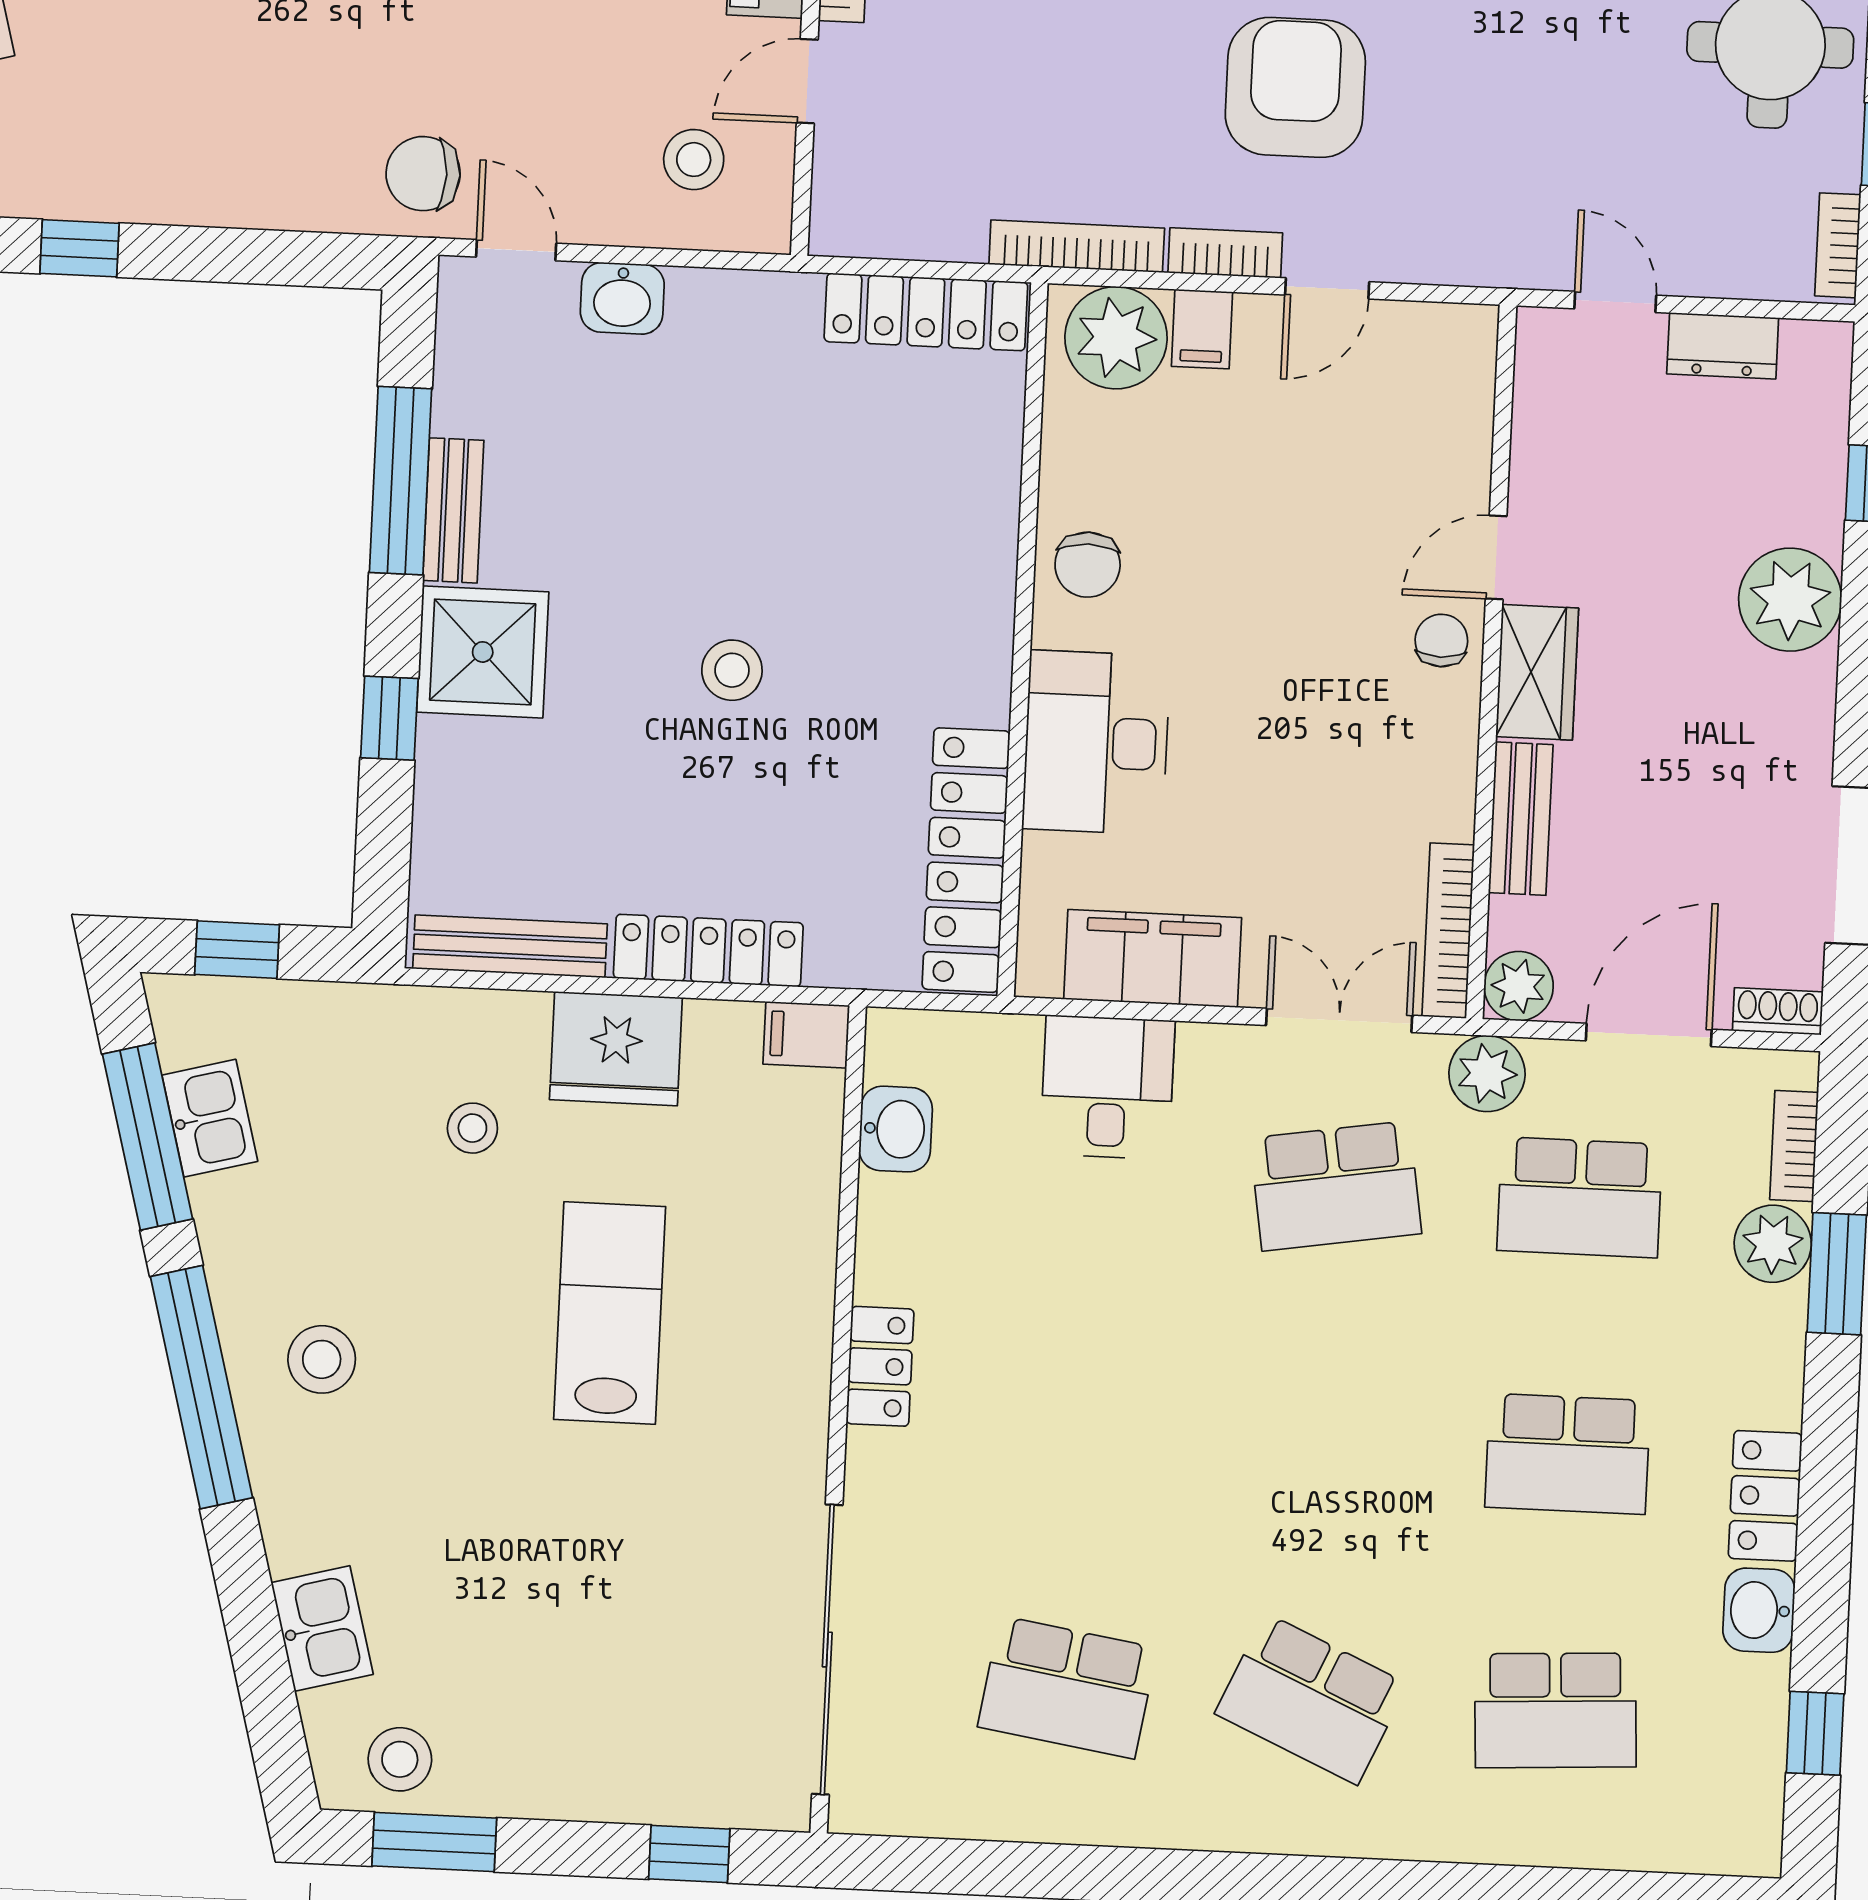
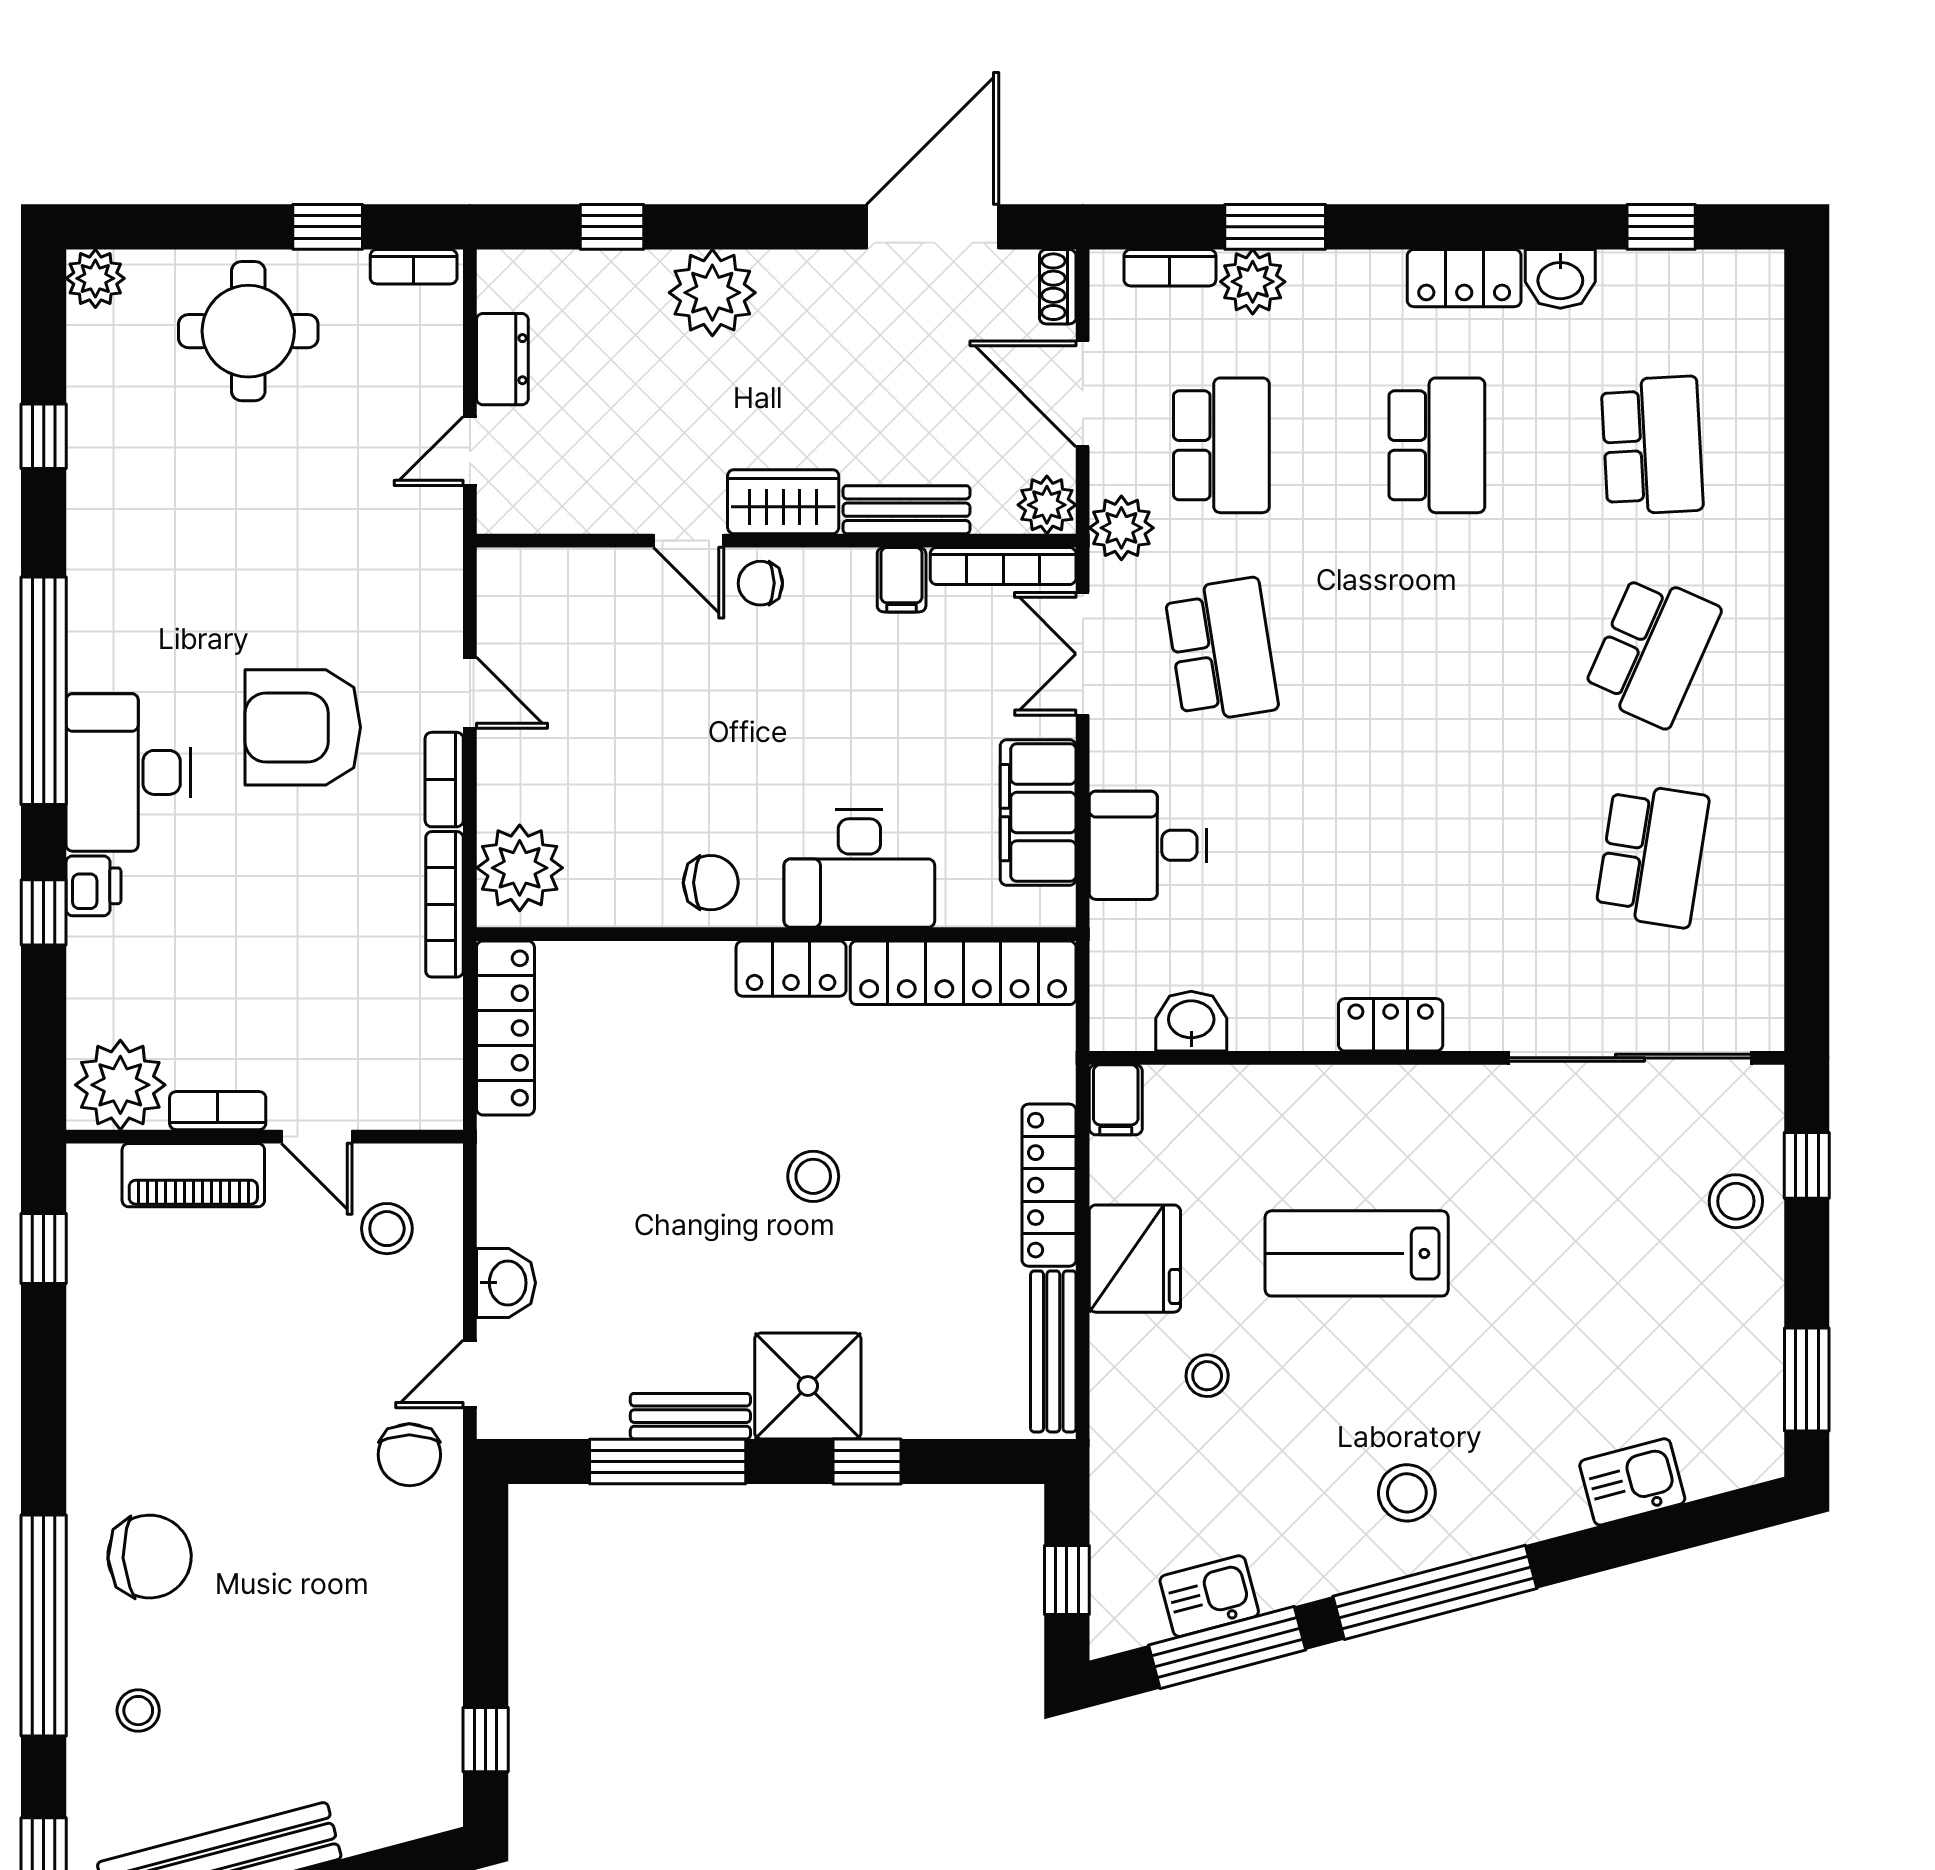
filing cabinet: (1202, 329) -> (902, 580), moved, turned 90
locker: (981, 655) -> (791, 969), added
stool: (400, 1759) -> (1736, 1201), moved

